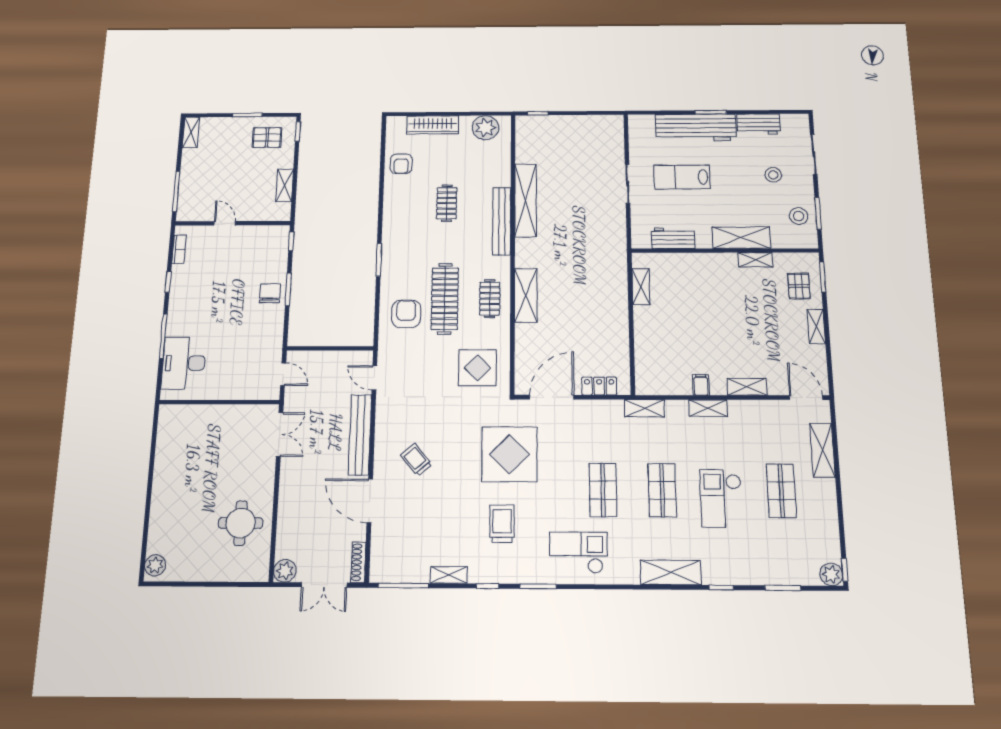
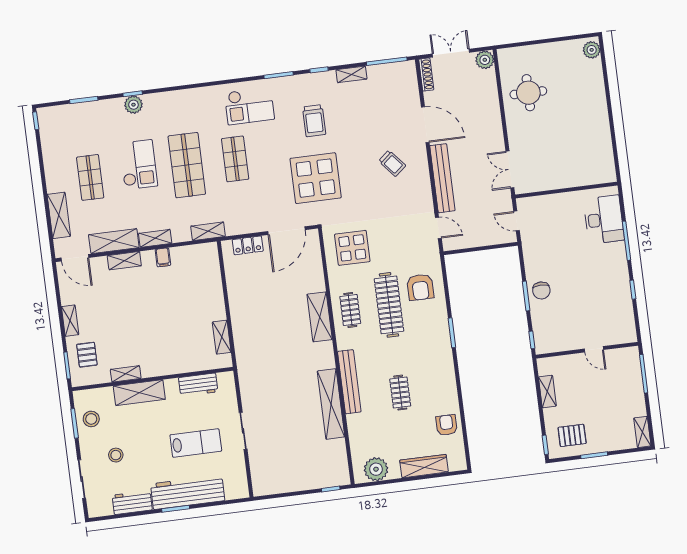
bookcase: (179, 249) -> (630, 320), removed
shop shelf: (662, 490) -> (187, 165), width x1.43, depth x1.36
shelving: (671, 572) -> (114, 241), moved
plant: (831, 574) -> (133, 105), moved

